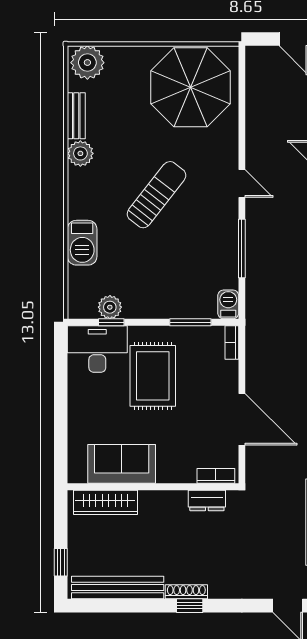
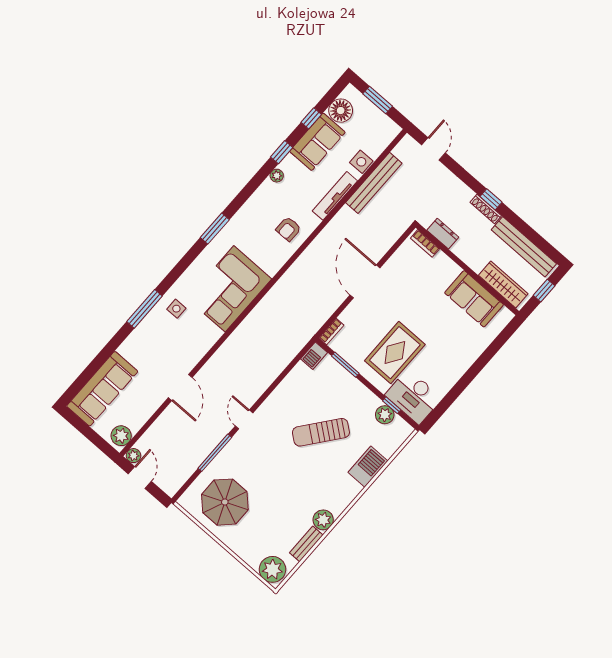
parasol: (191, 87) -> (225, 502), width x0.73, depth x0.73
sun lounger: (157, 195) -> (321, 432), moved
window: (242, 249) -> (215, 453), moved
sofa: (122, 464) -> (474, 299), moved
bookcase: (216, 476) -> (425, 243), moved
wall: (153, 487) -> (467, 269), moved
dresser: (207, 500) -> (443, 234), moved
wardrobe: (105, 502) -> (503, 285), moved

